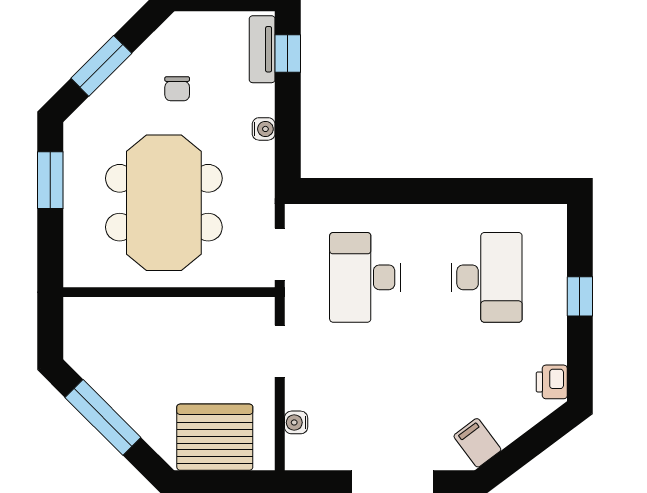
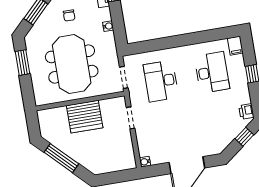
water cooler: (296, 422) -> (145, 162), moved
server rack: (215, 437) -> (85, 117), moved, turned 180
window: (537, 440) -> (244, 137), added
filing cabinet: (477, 443) -> (235, 46), moved, turned -143

